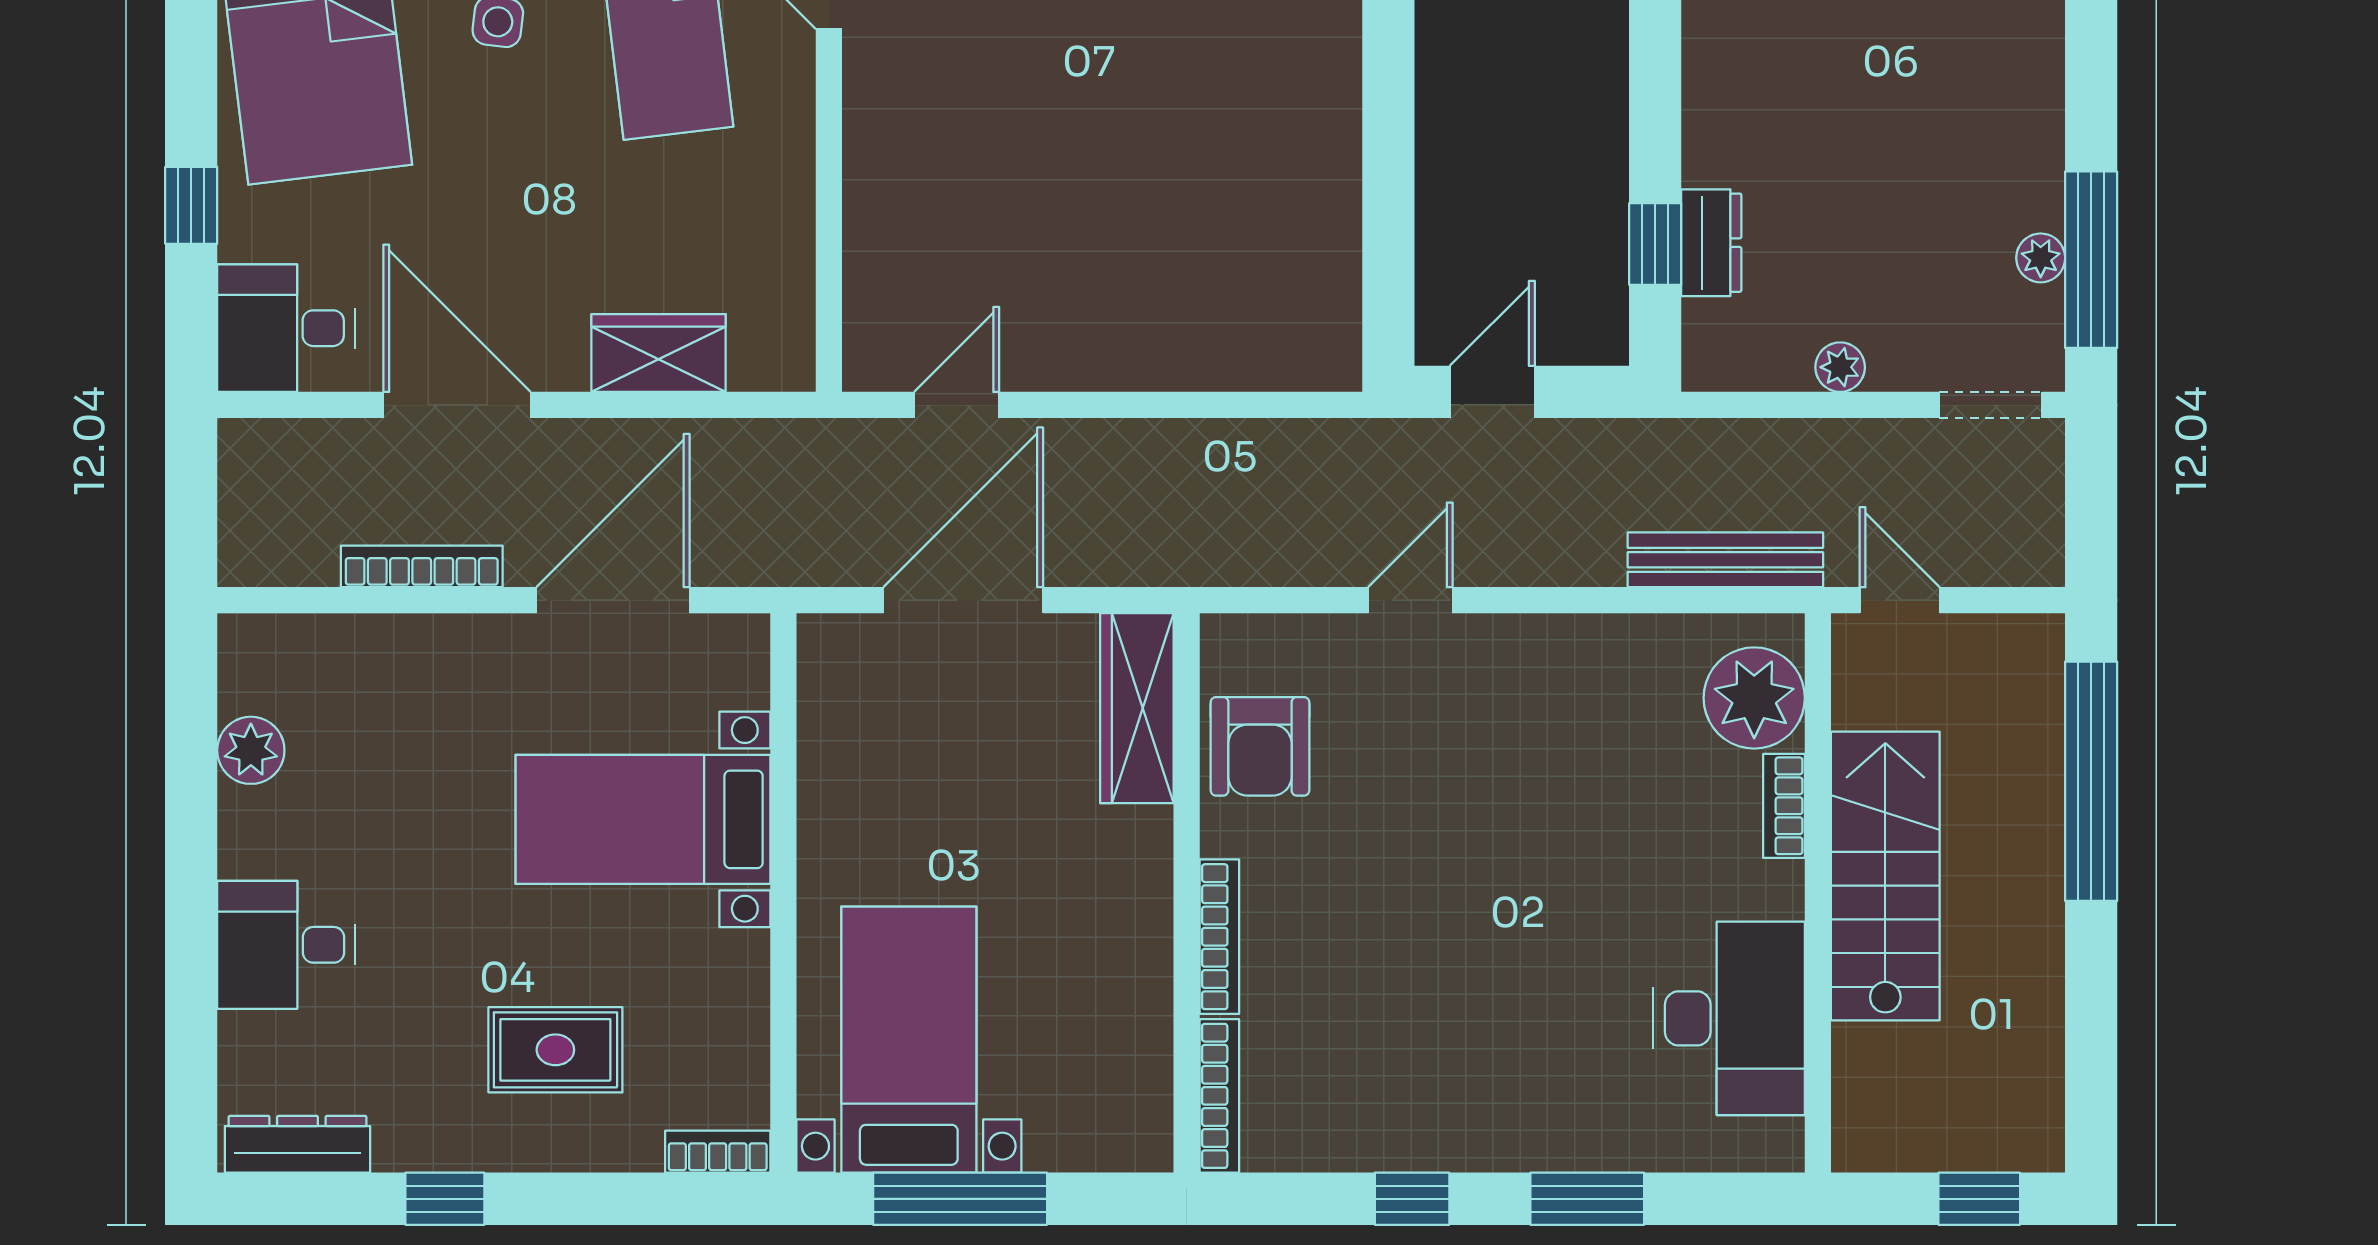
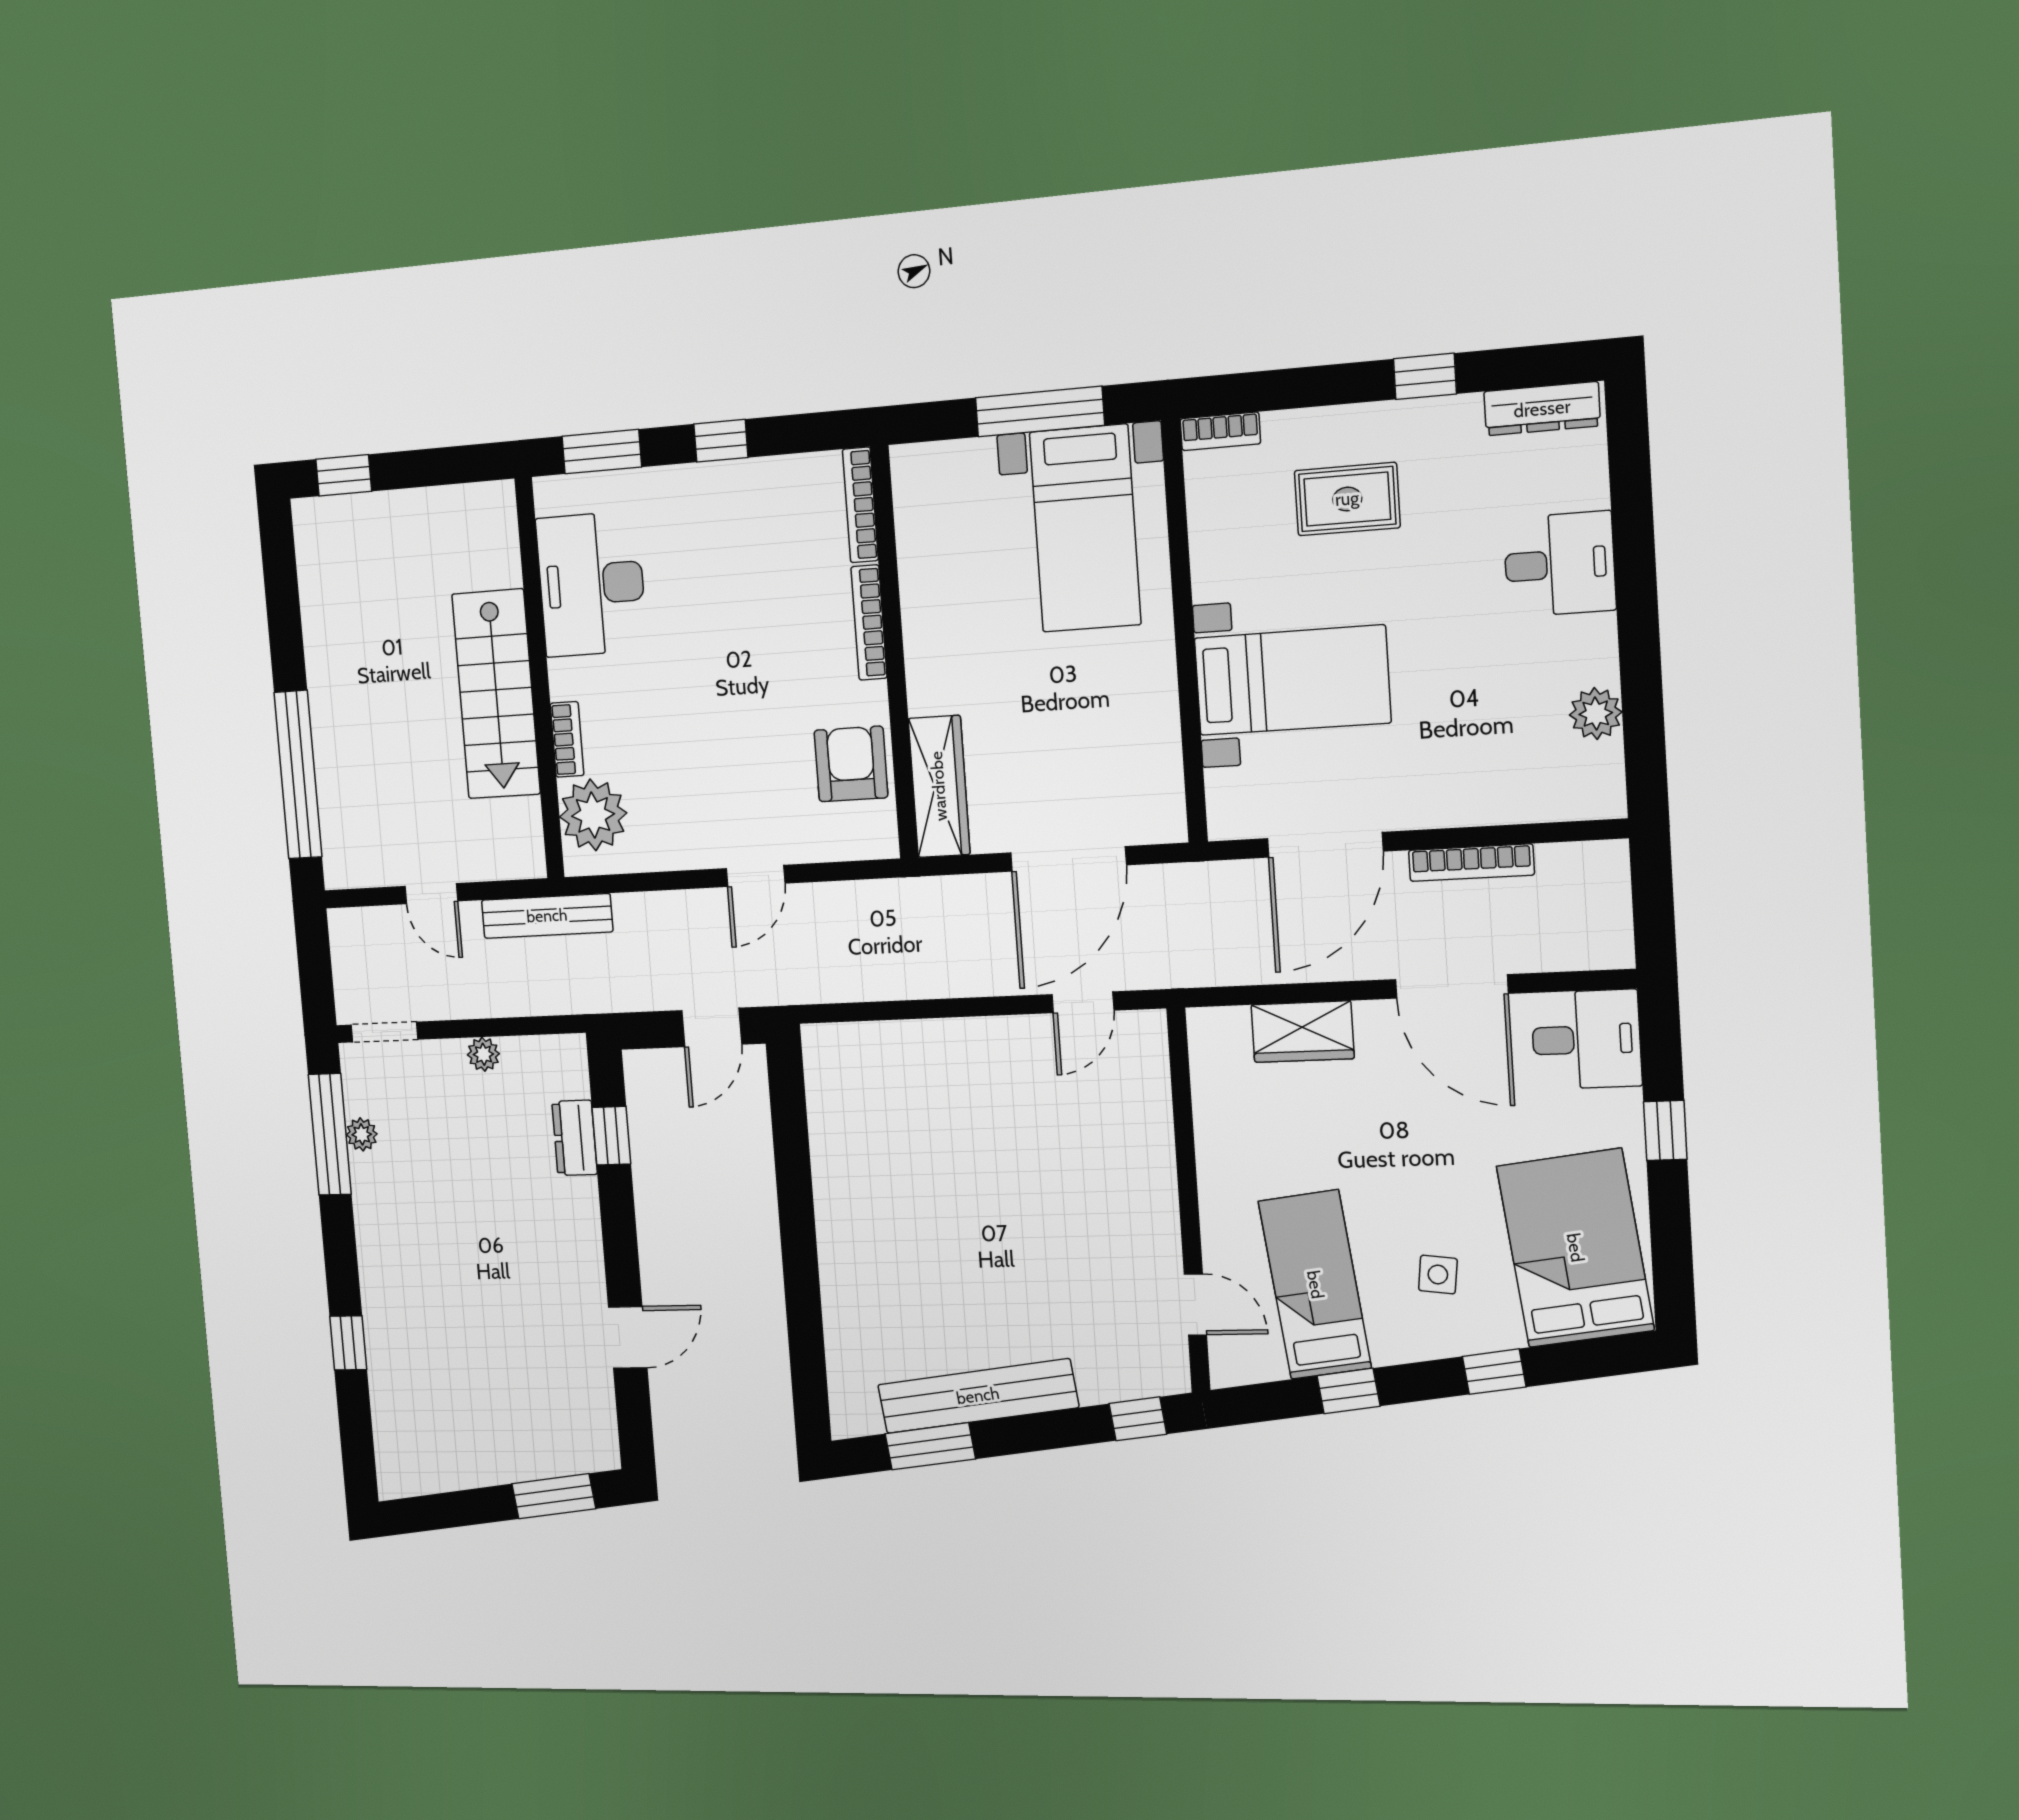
plant: (1754, 698) -> (593, 815), moved
bookcase: (1784, 806) -> (567, 739), moved
stairs: (1885, 876) -> (496, 694), moved
wall: (1818, 893) -> (540, 679), moved
desk: (1729, 1018) -> (591, 584), moved

